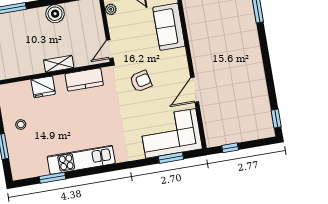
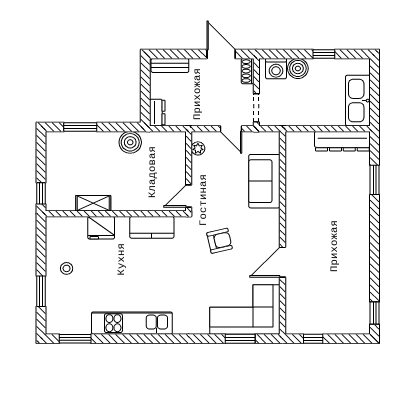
shelving: (59, 64) -> (93, 203), moved
window: (52, 178) -> (75, 339), moved

